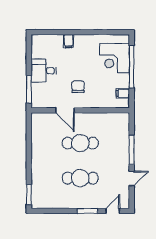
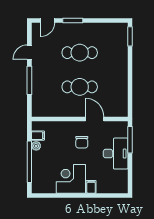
corner desk: (115, 58) -> (71, 179), moved, turned -90
desk: (44, 71) -> (116, 154), width x1.37
plant: (125, 83) -> (36, 146), added

